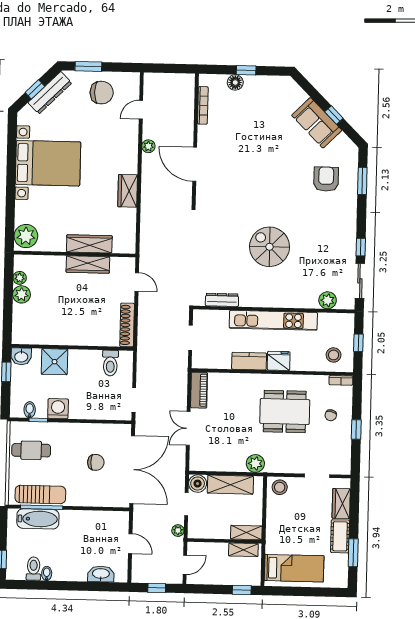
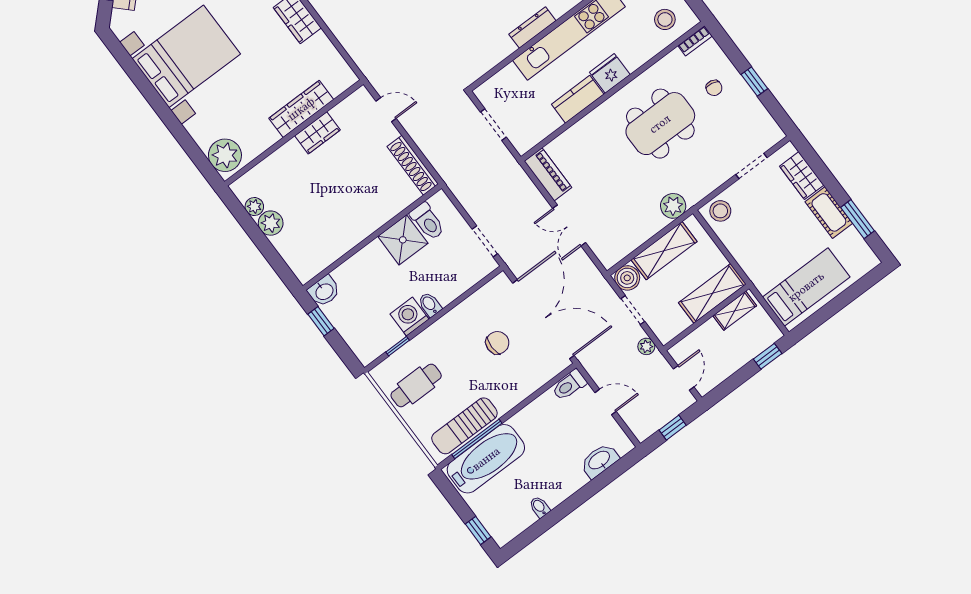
wardrobe: (88, 265) -> (317, 133), width x0.67
dresser: (222, 300) -> (532, 27), moved
shower: (55, 362) -> (403, 240), moved
bidet: (30, 410) -> (430, 305), moved
sun lounger: (40, 494) -> (464, 426), turned 180
bathtub: (38, 519) -> (486, 459), width x1.36, depth x1.36
shelving: (246, 533) -> (712, 293), width x1.50, depth x1.33
toilet: (34, 569) -> (569, 385), moved, turned -90

